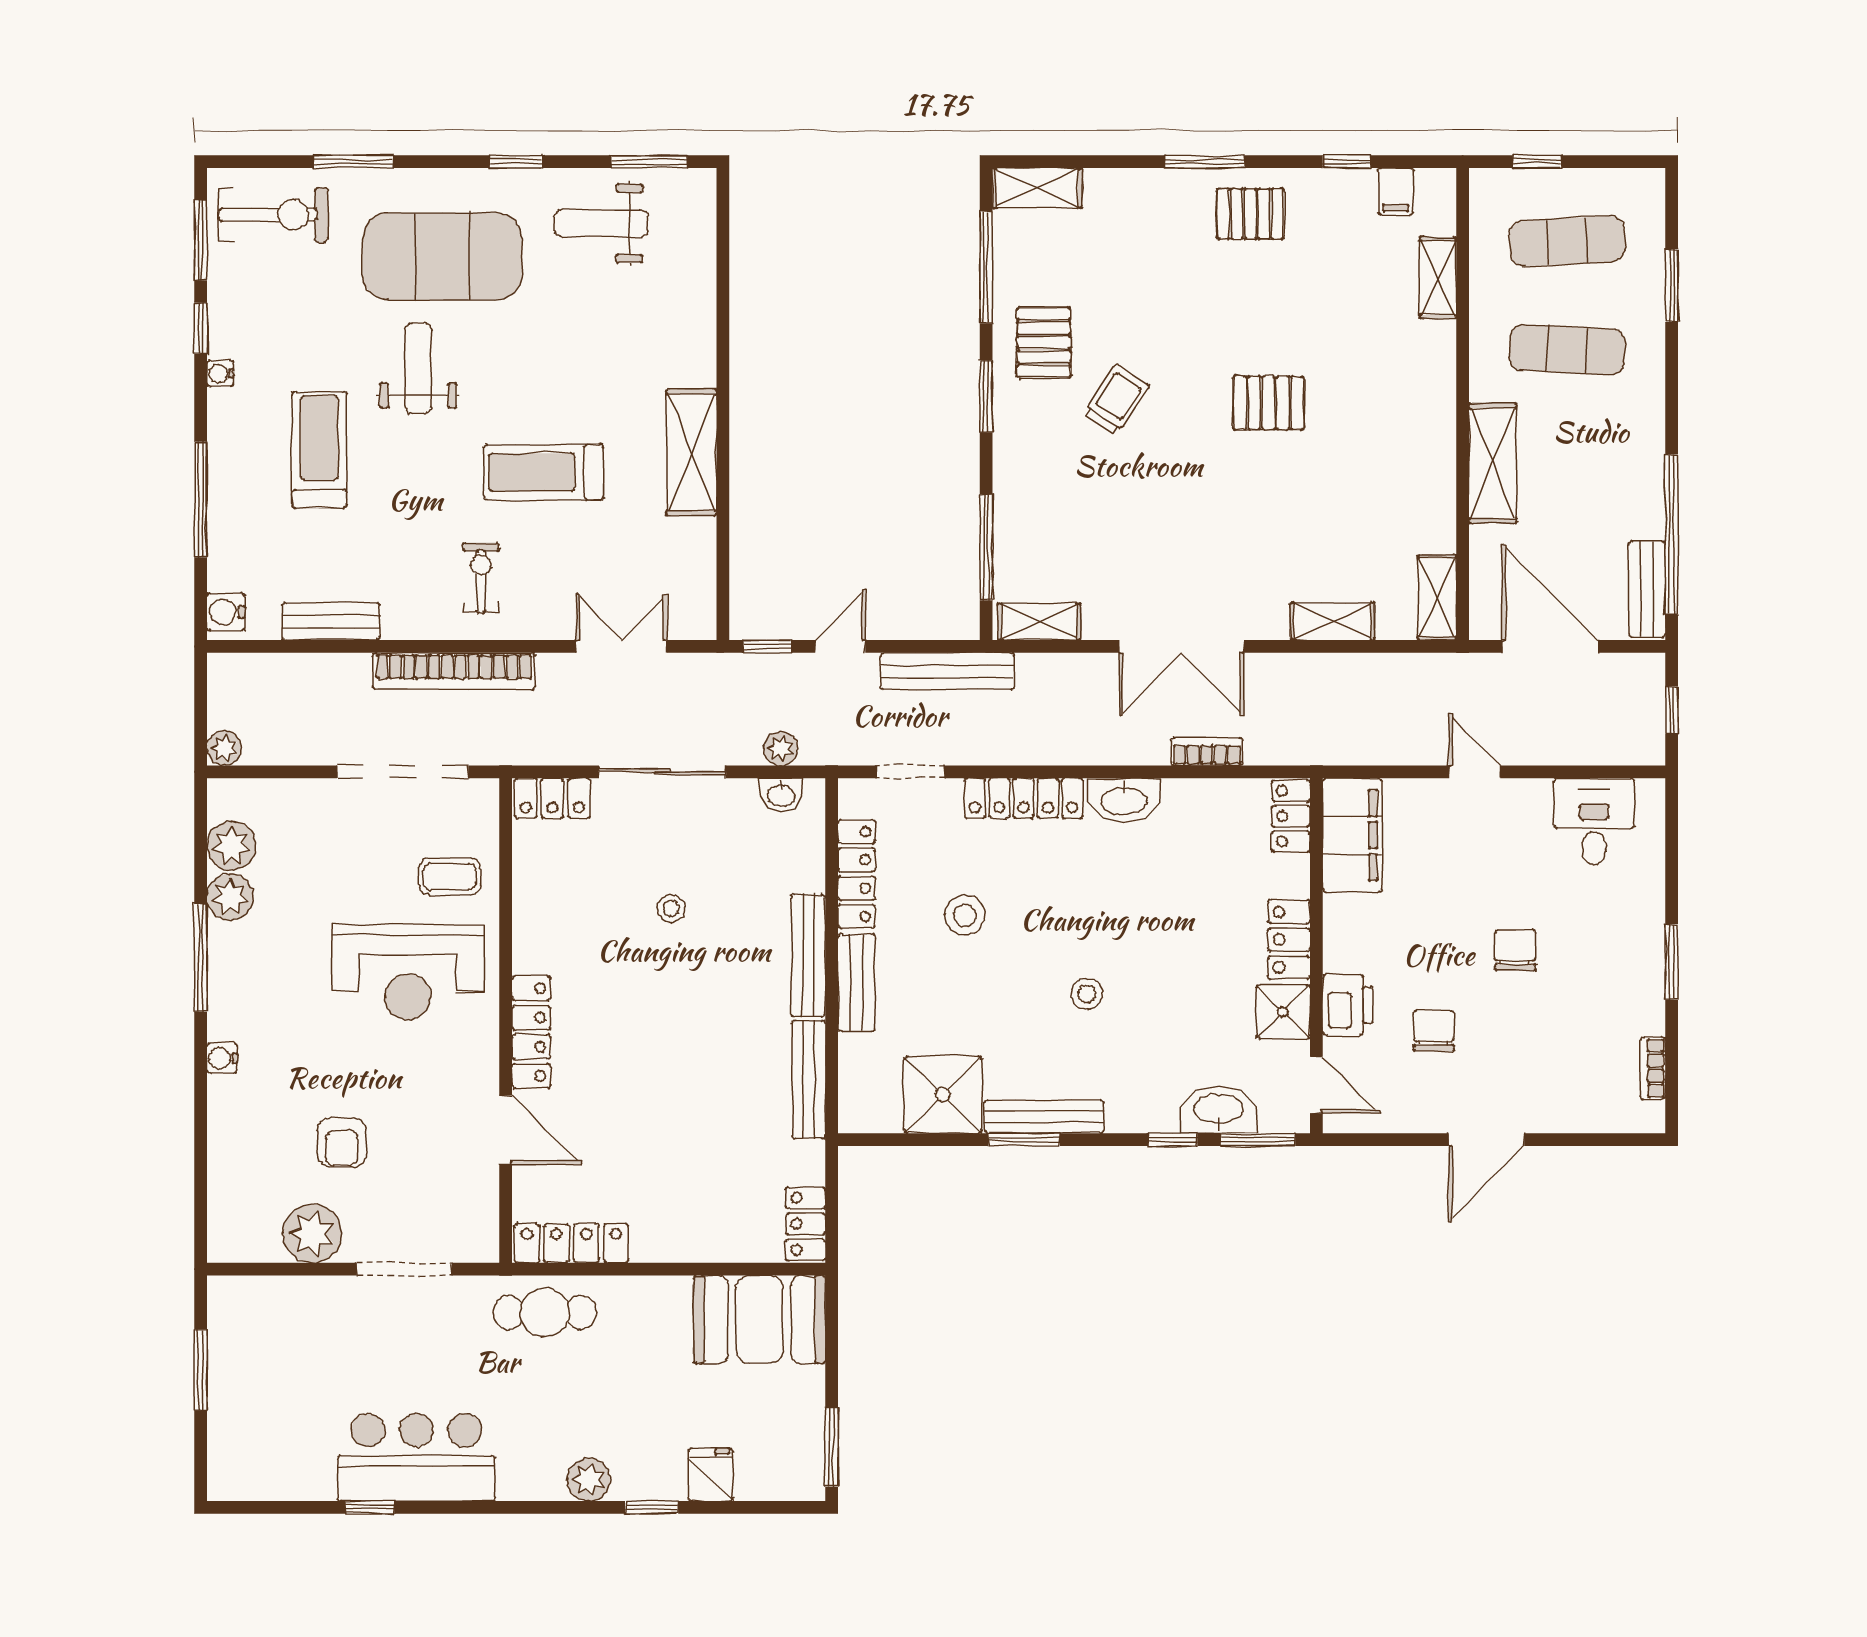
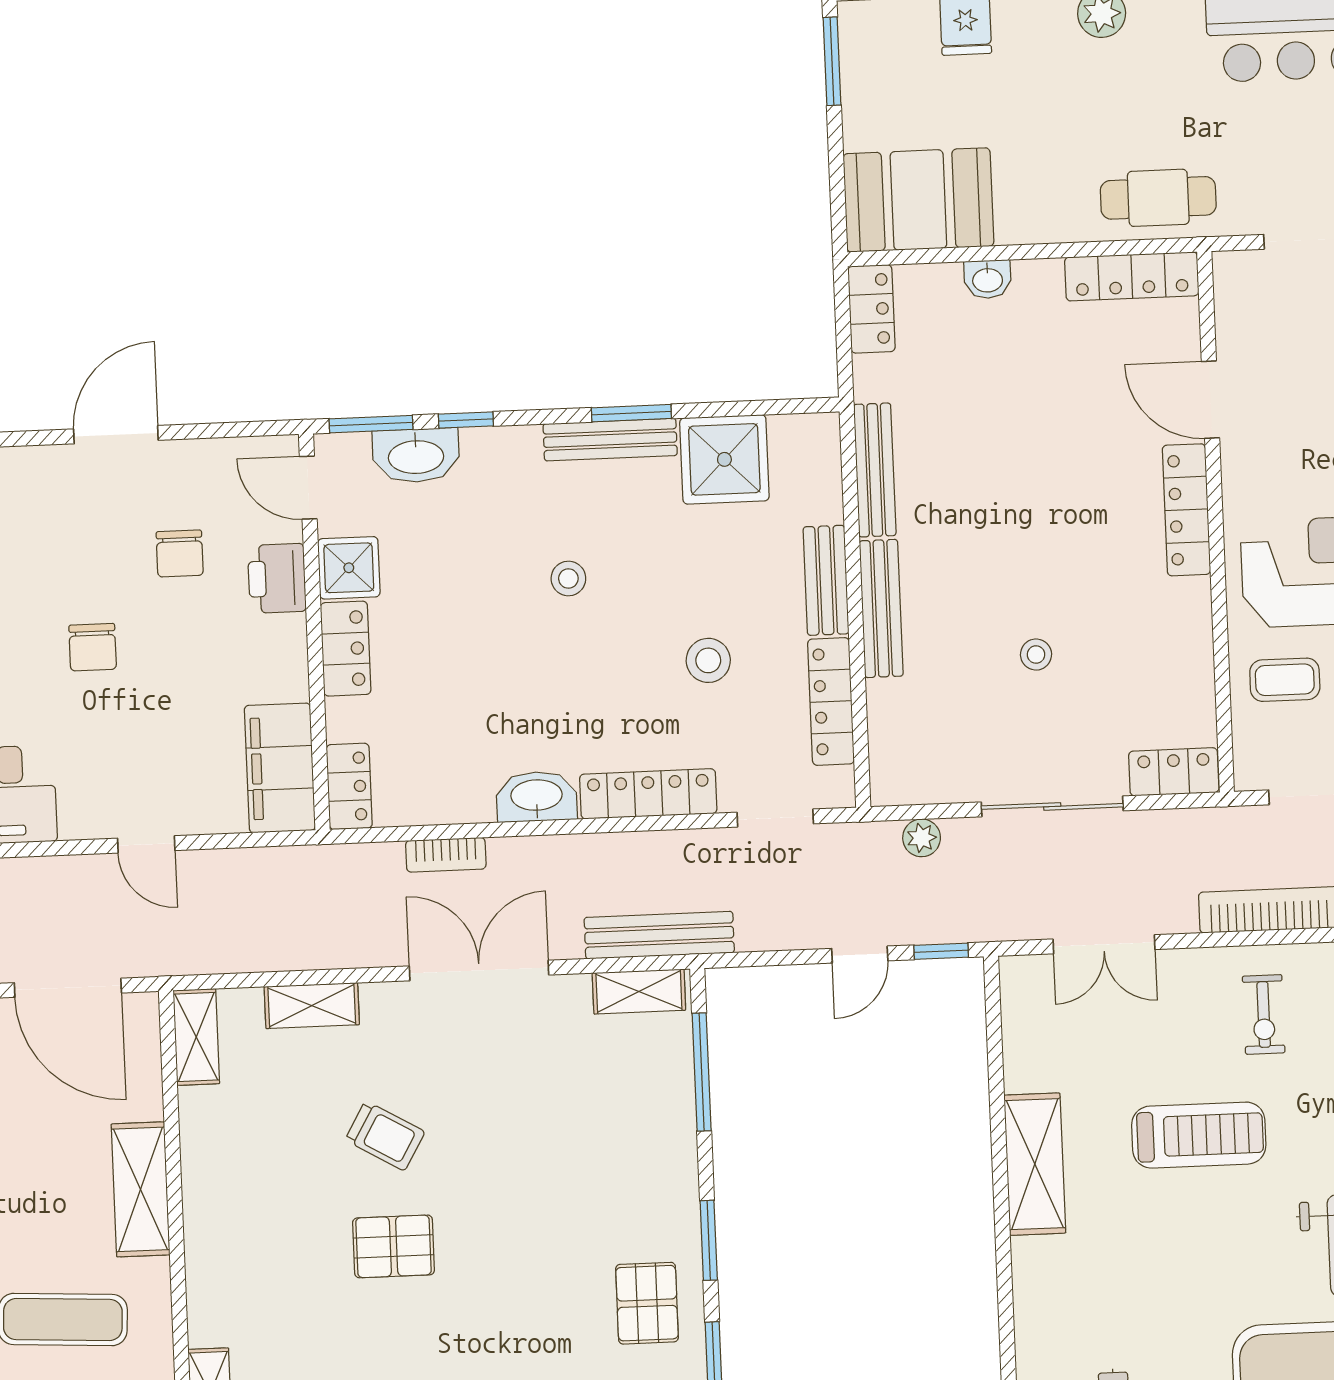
trolley: (1116, 400) -> (385, 1136), moved, turned -93
bench: (947, 671) -> (659, 935), moved
washbasin: (781, 795) -> (988, 279), moved, turned 180

